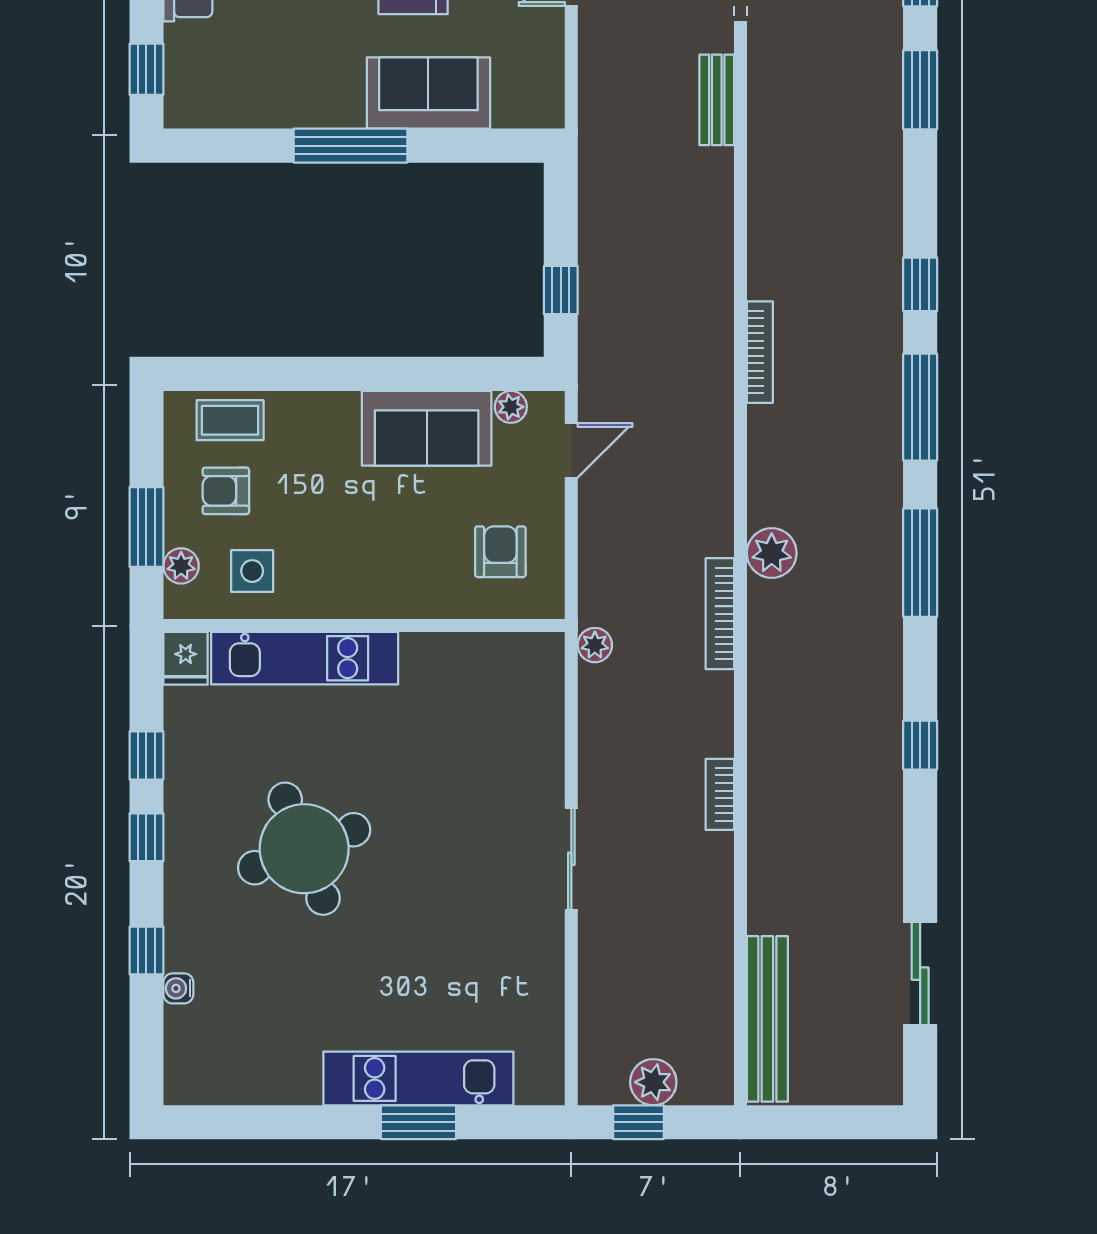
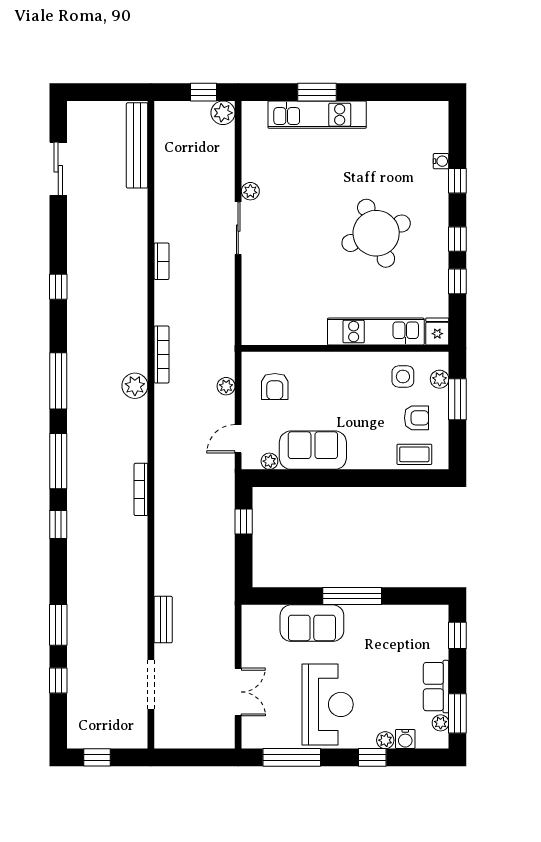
plant: (595, 645) -> (226, 386), moved
plant: (548, 930) -> (250, 191), added
plant: (653, 1082) -> (223, 113), moved

